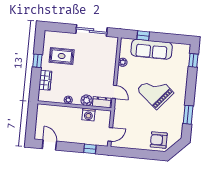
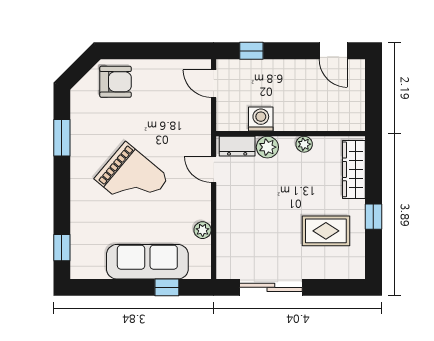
wardrobe: (45, 80) -> (354, 169), width x1.50
door: (110, 134) -> (214, 84), hinge flipped

